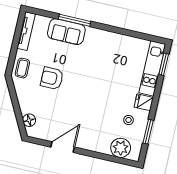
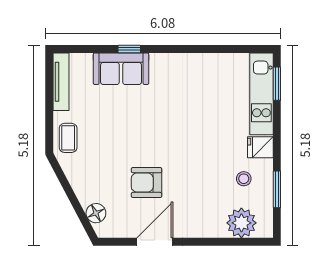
window: (75, 20) -> (129, 49), width x0.46
armchair: (52, 78) -> (146, 183), moved

